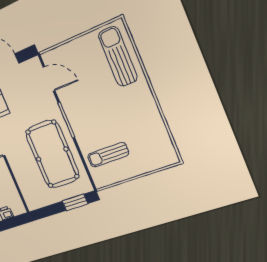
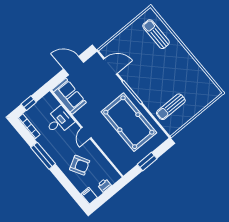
sun lounger: (118, 56) -> (156, 34), width x0.73, depth x0.75
window: (75, 202) -> (147, 161), moved

